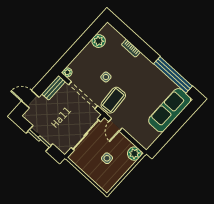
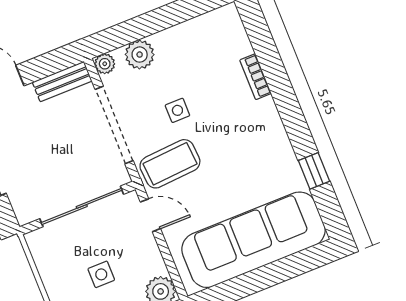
plant: (99, 41) -> (140, 55), moved
window: (173, 75) -> (314, 171), width x0.32
sofa: (170, 110) -> (253, 240), width x1.36, depth x1.27
door: (115, 125) -> (150, 215), swing flipped

